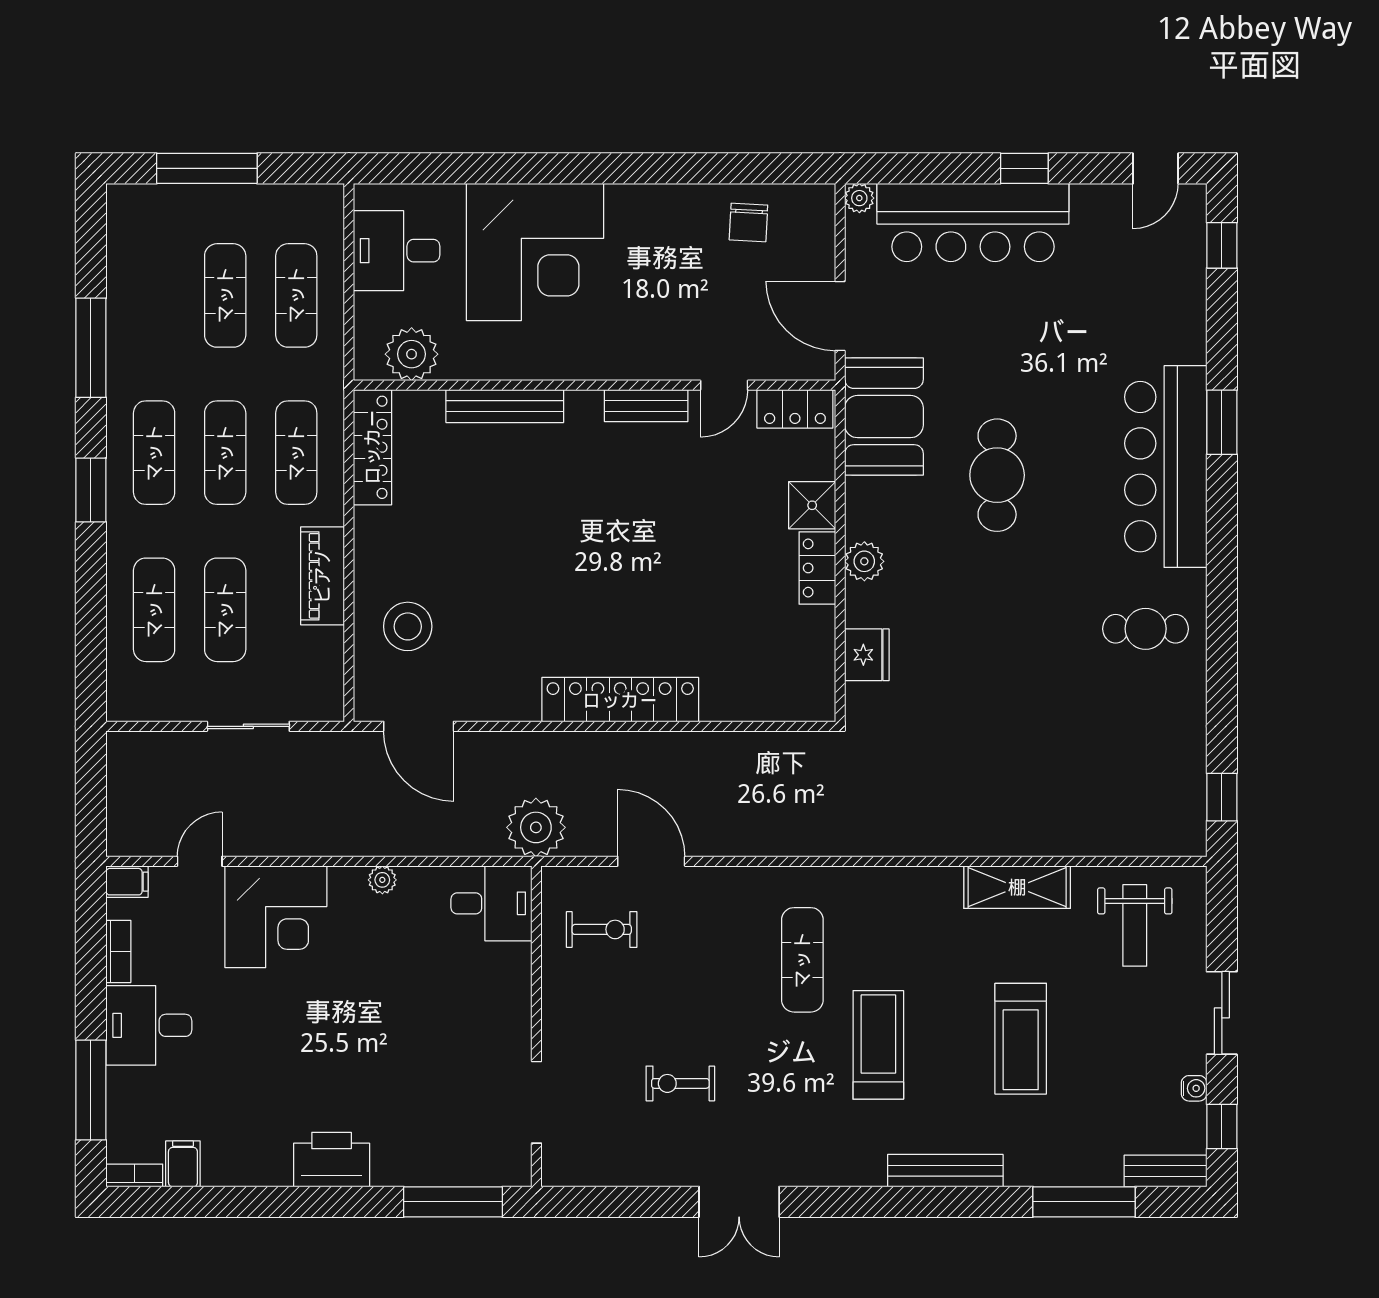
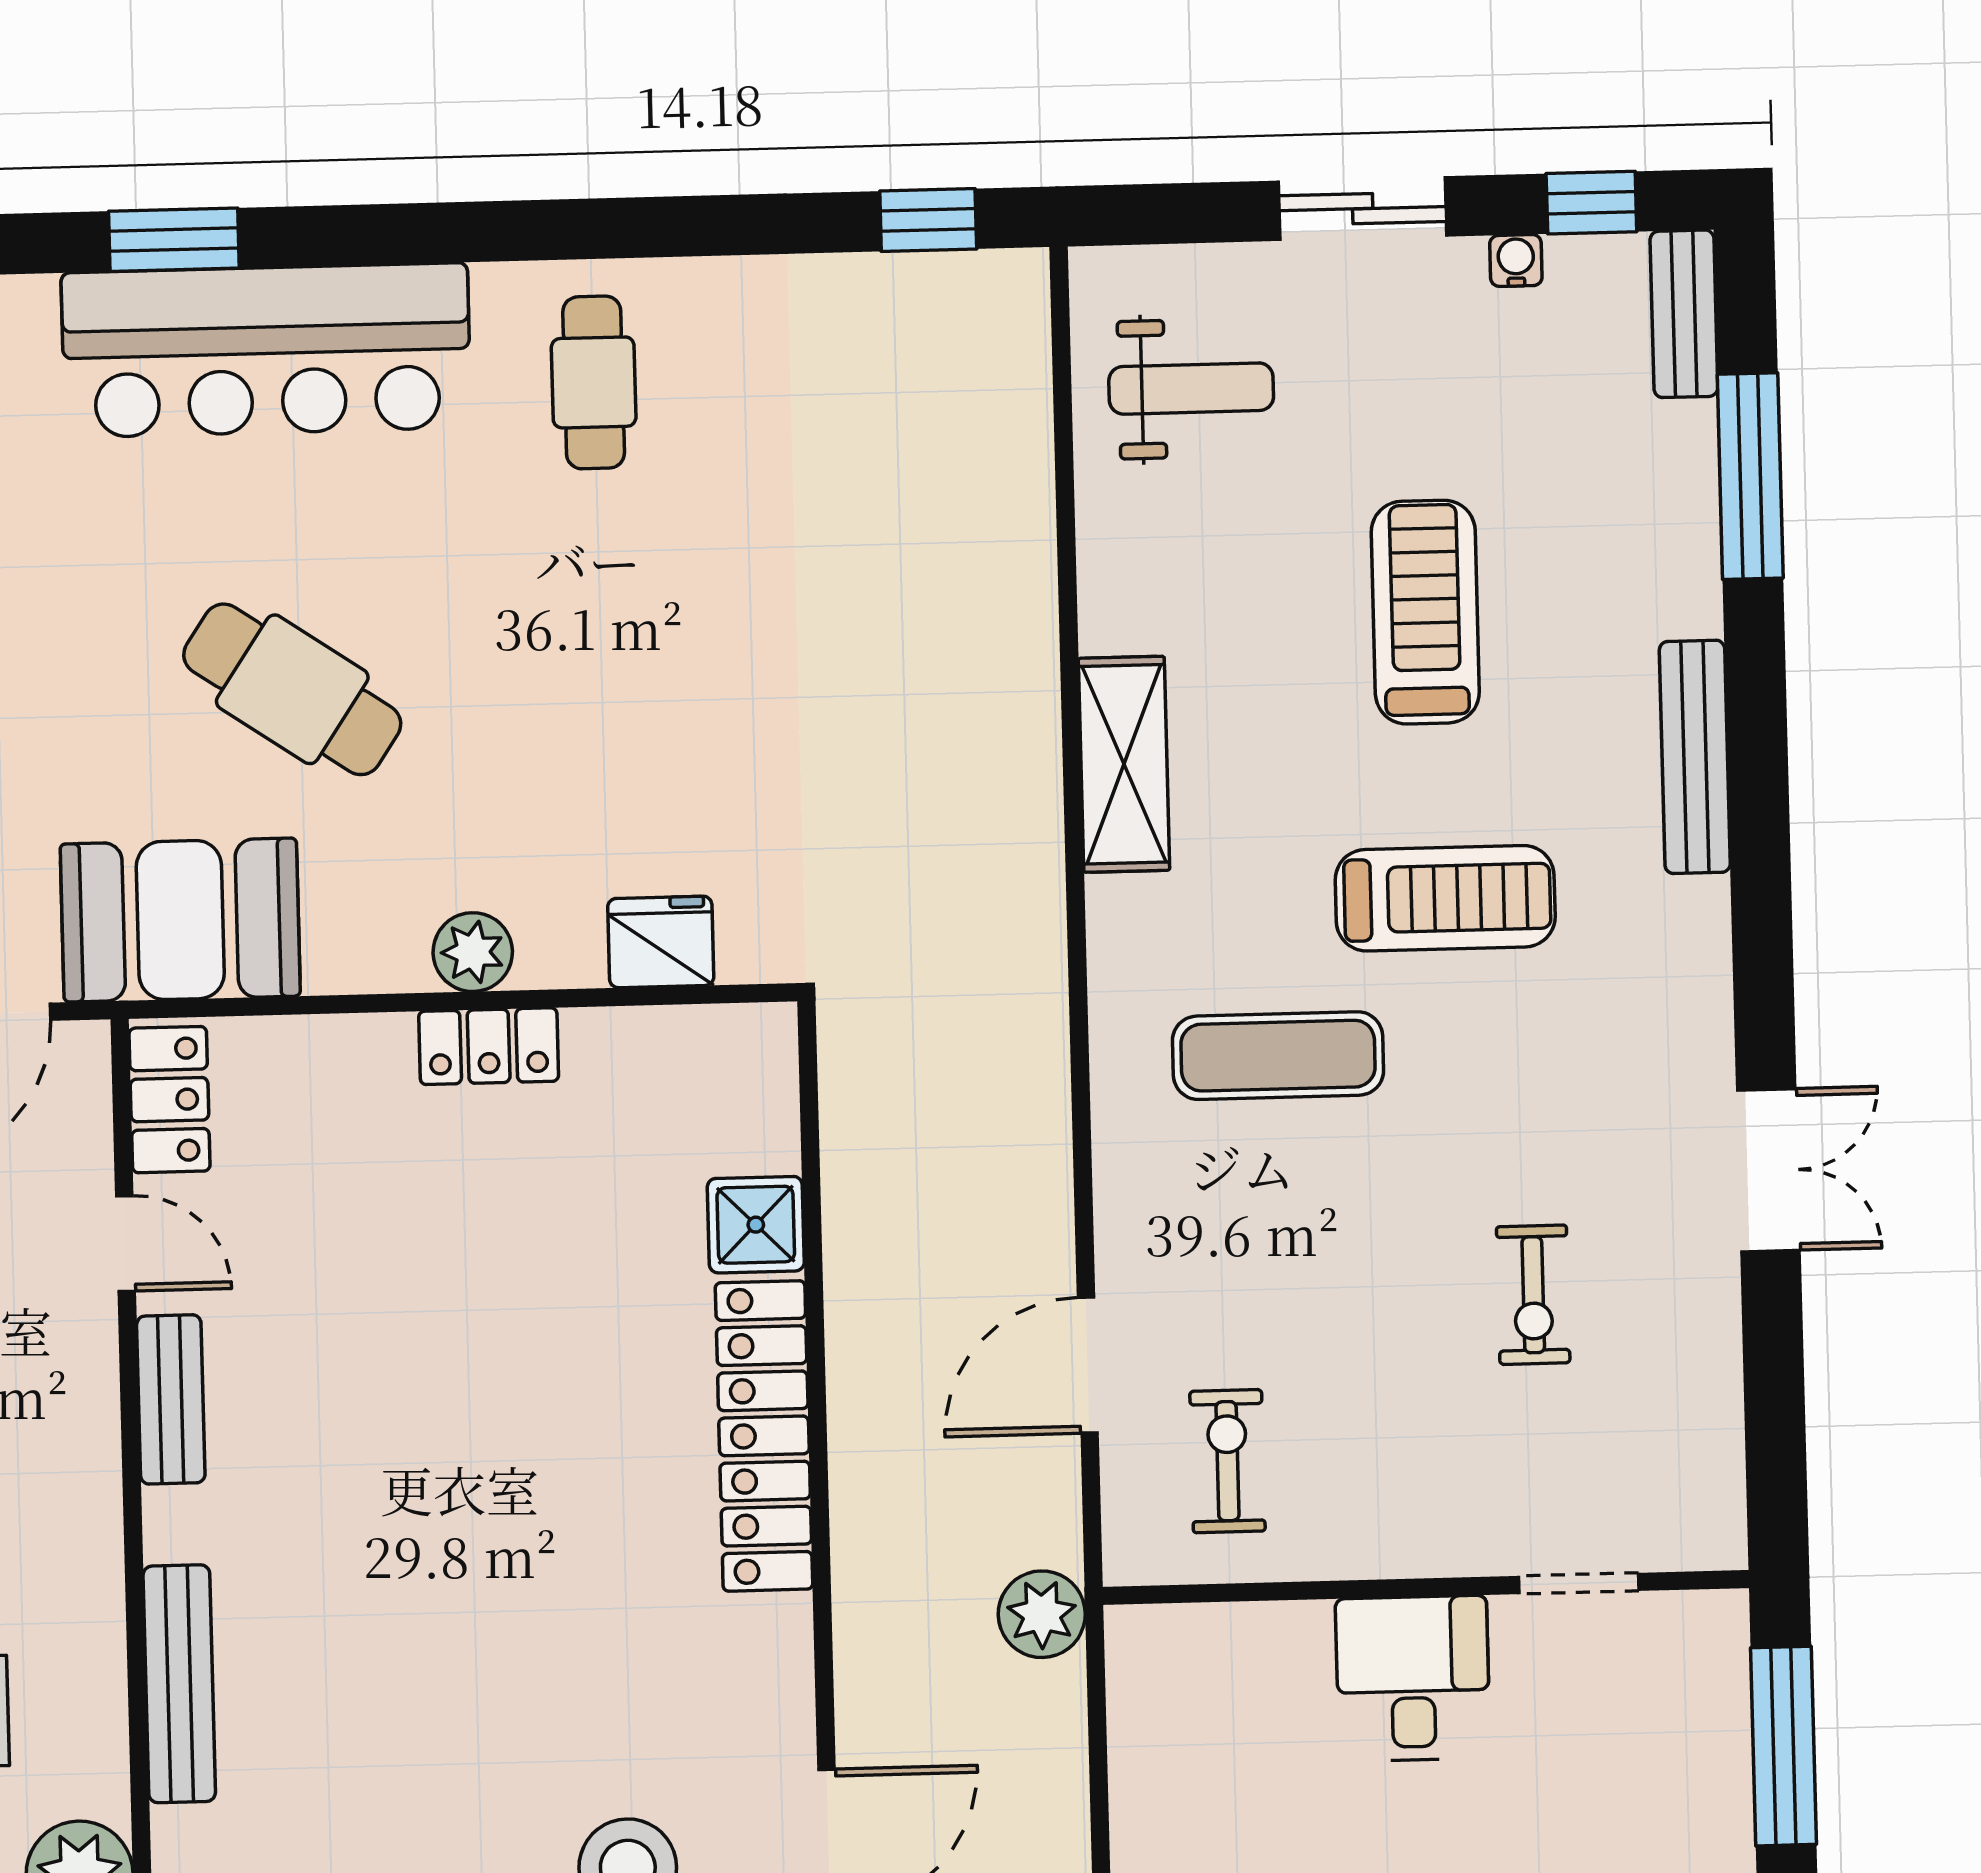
cafe table: (997, 475) -> (292, 689), turned 34
shower: (812, 505) -> (756, 1225), moved
plant: (536, 827) -> (1042, 1614), width x0.73, depth x0.73
shelving: (1017, 887) -> (1124, 764), moved
desk: (491, 903) -> (1413, 1678), moved
treadmill: (1021, 1039) -> (1425, 612), turned -90
treadmill: (878, 1045) -> (1445, 898), turned 180
doorway: (536, 1102) -> (1579, 1583), width x0.73

